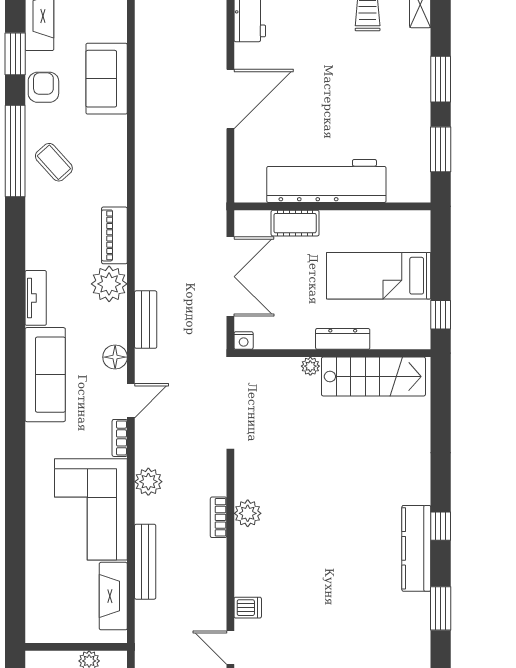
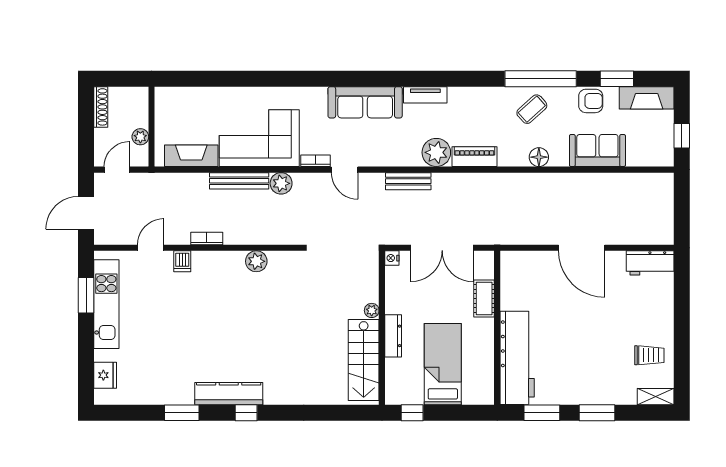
workbench: (326, 181) -> (517, 358), moved
floor lamp: (115, 357) -> (539, 157), moved
bookcase: (219, 517) -> (207, 238), moved
bench: (145, 562) -> (239, 181), moved

